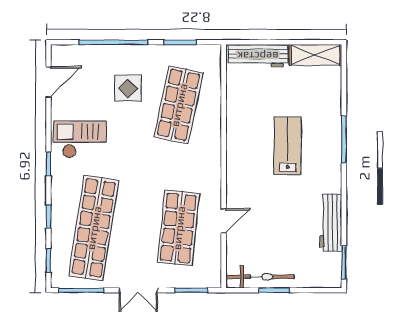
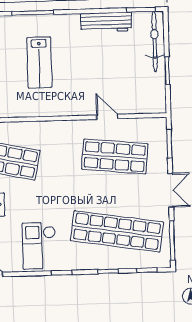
lab bench: (288, 146) -> (39, 62), turned -90
bicycle: (260, 277) -> (155, 41), moved

